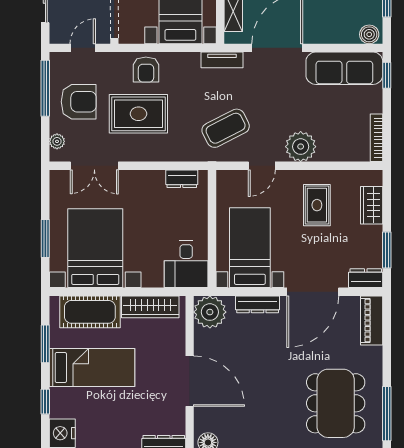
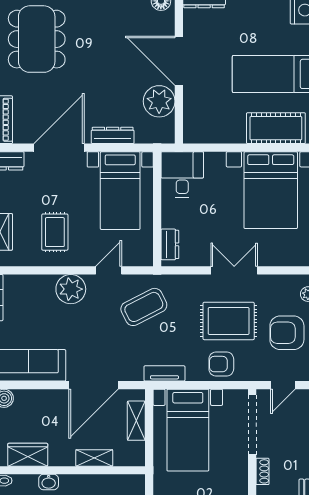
tv unit: (222, 60) -> (164, 373), moved
armchair: (146, 70) -> (221, 364), turned -90
double door: (94, 166) -> (234, 270), moved
dresser: (182, 179) -> (170, 244), moved, turned 90
wardrobe: (150, 307) -> (217, 133), removed
plant: (210, 312) -> (159, 101), moved

